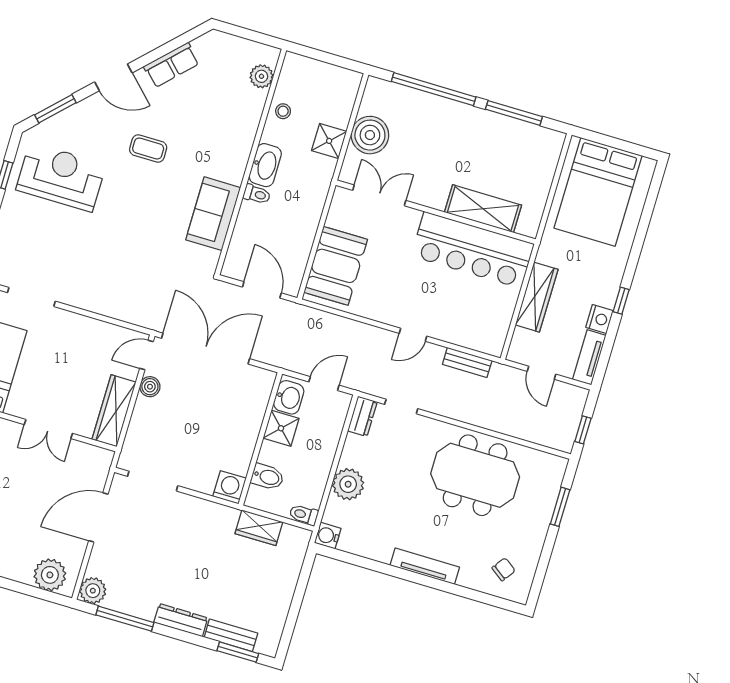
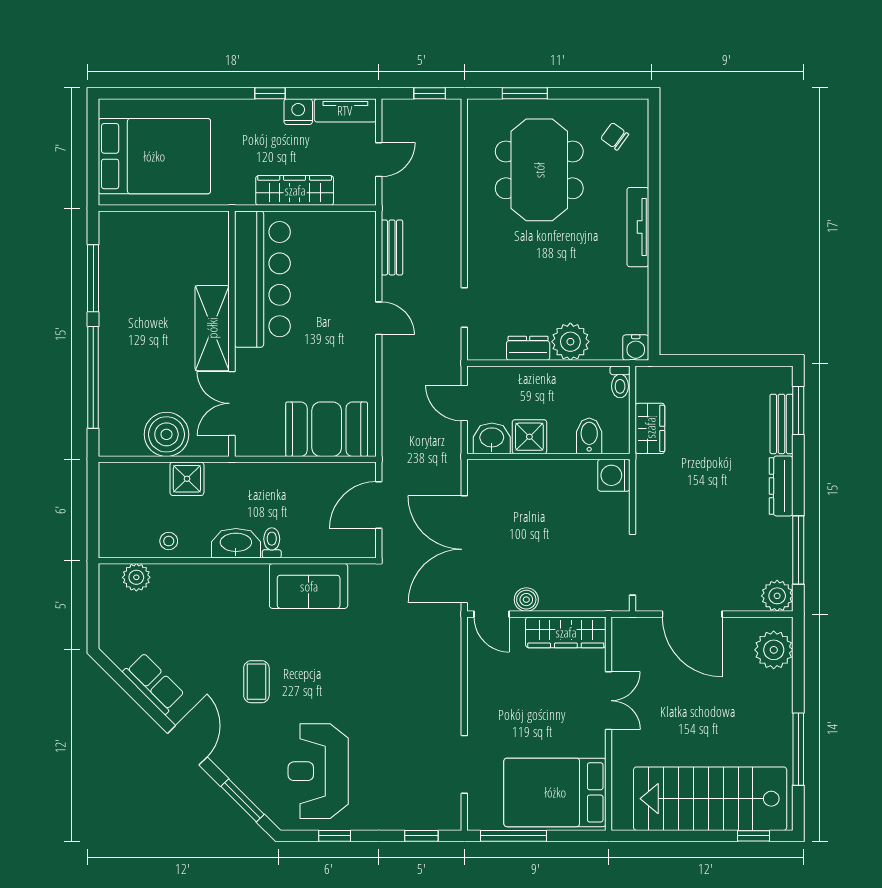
shelving: (483, 209) -> (212, 328), moved
dresser: (362, 416) -> (528, 348), moved
meeting table: (475, 475) -> (539, 170), moved

